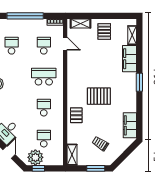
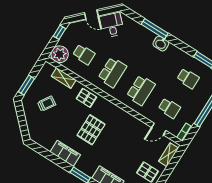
school desk: (44, 108) -> (112, 72), width x1.85
filing cabinet: (130, 125) -> (65, 153), moved
shelving: (72, 155) -> (64, 78), moved
plant: (35, 157) -> (60, 54), moved

